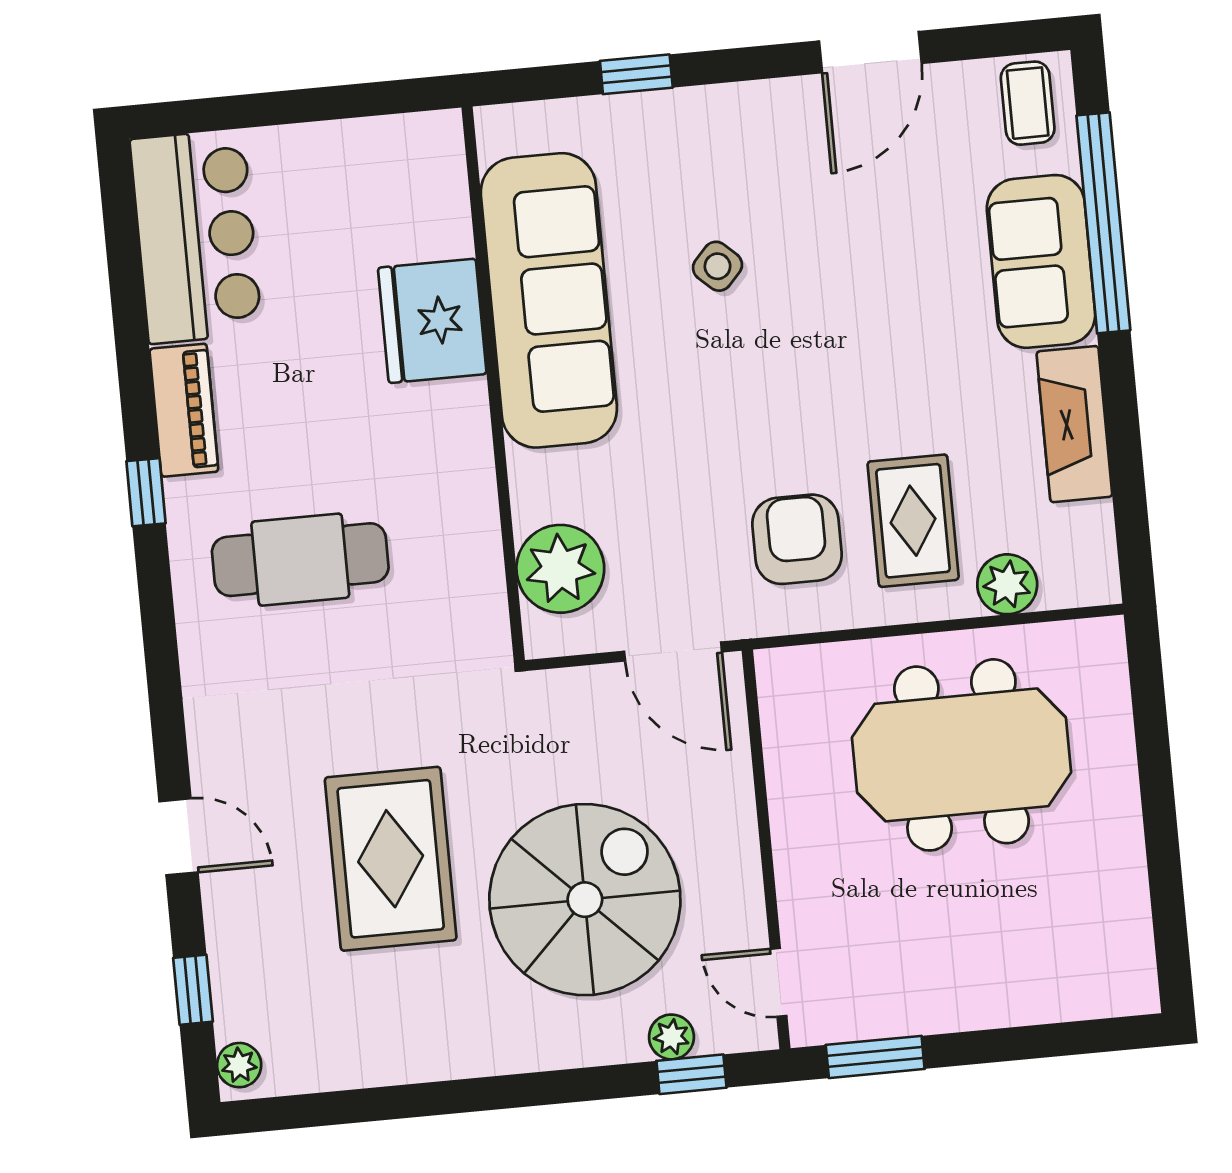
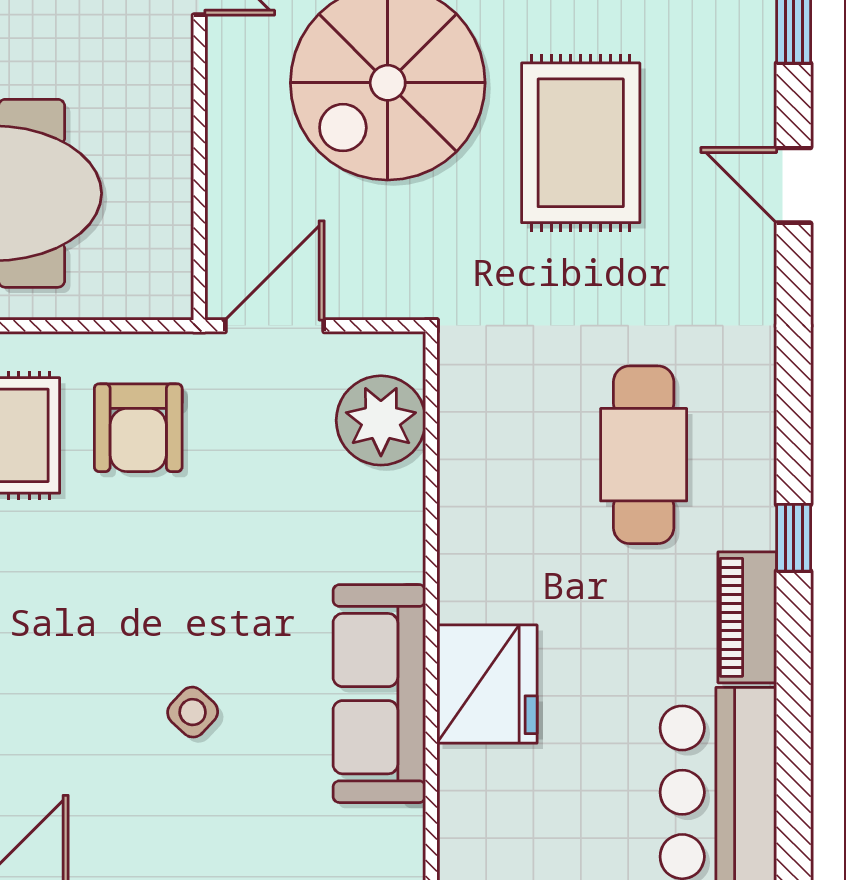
sofa: (549, 300) -> (379, 694), width x0.74, depth x0.79
cafe table: (300, 560) -> (644, 455), turned 90
door: (673, 652) -> (275, 326), hinge flipped

